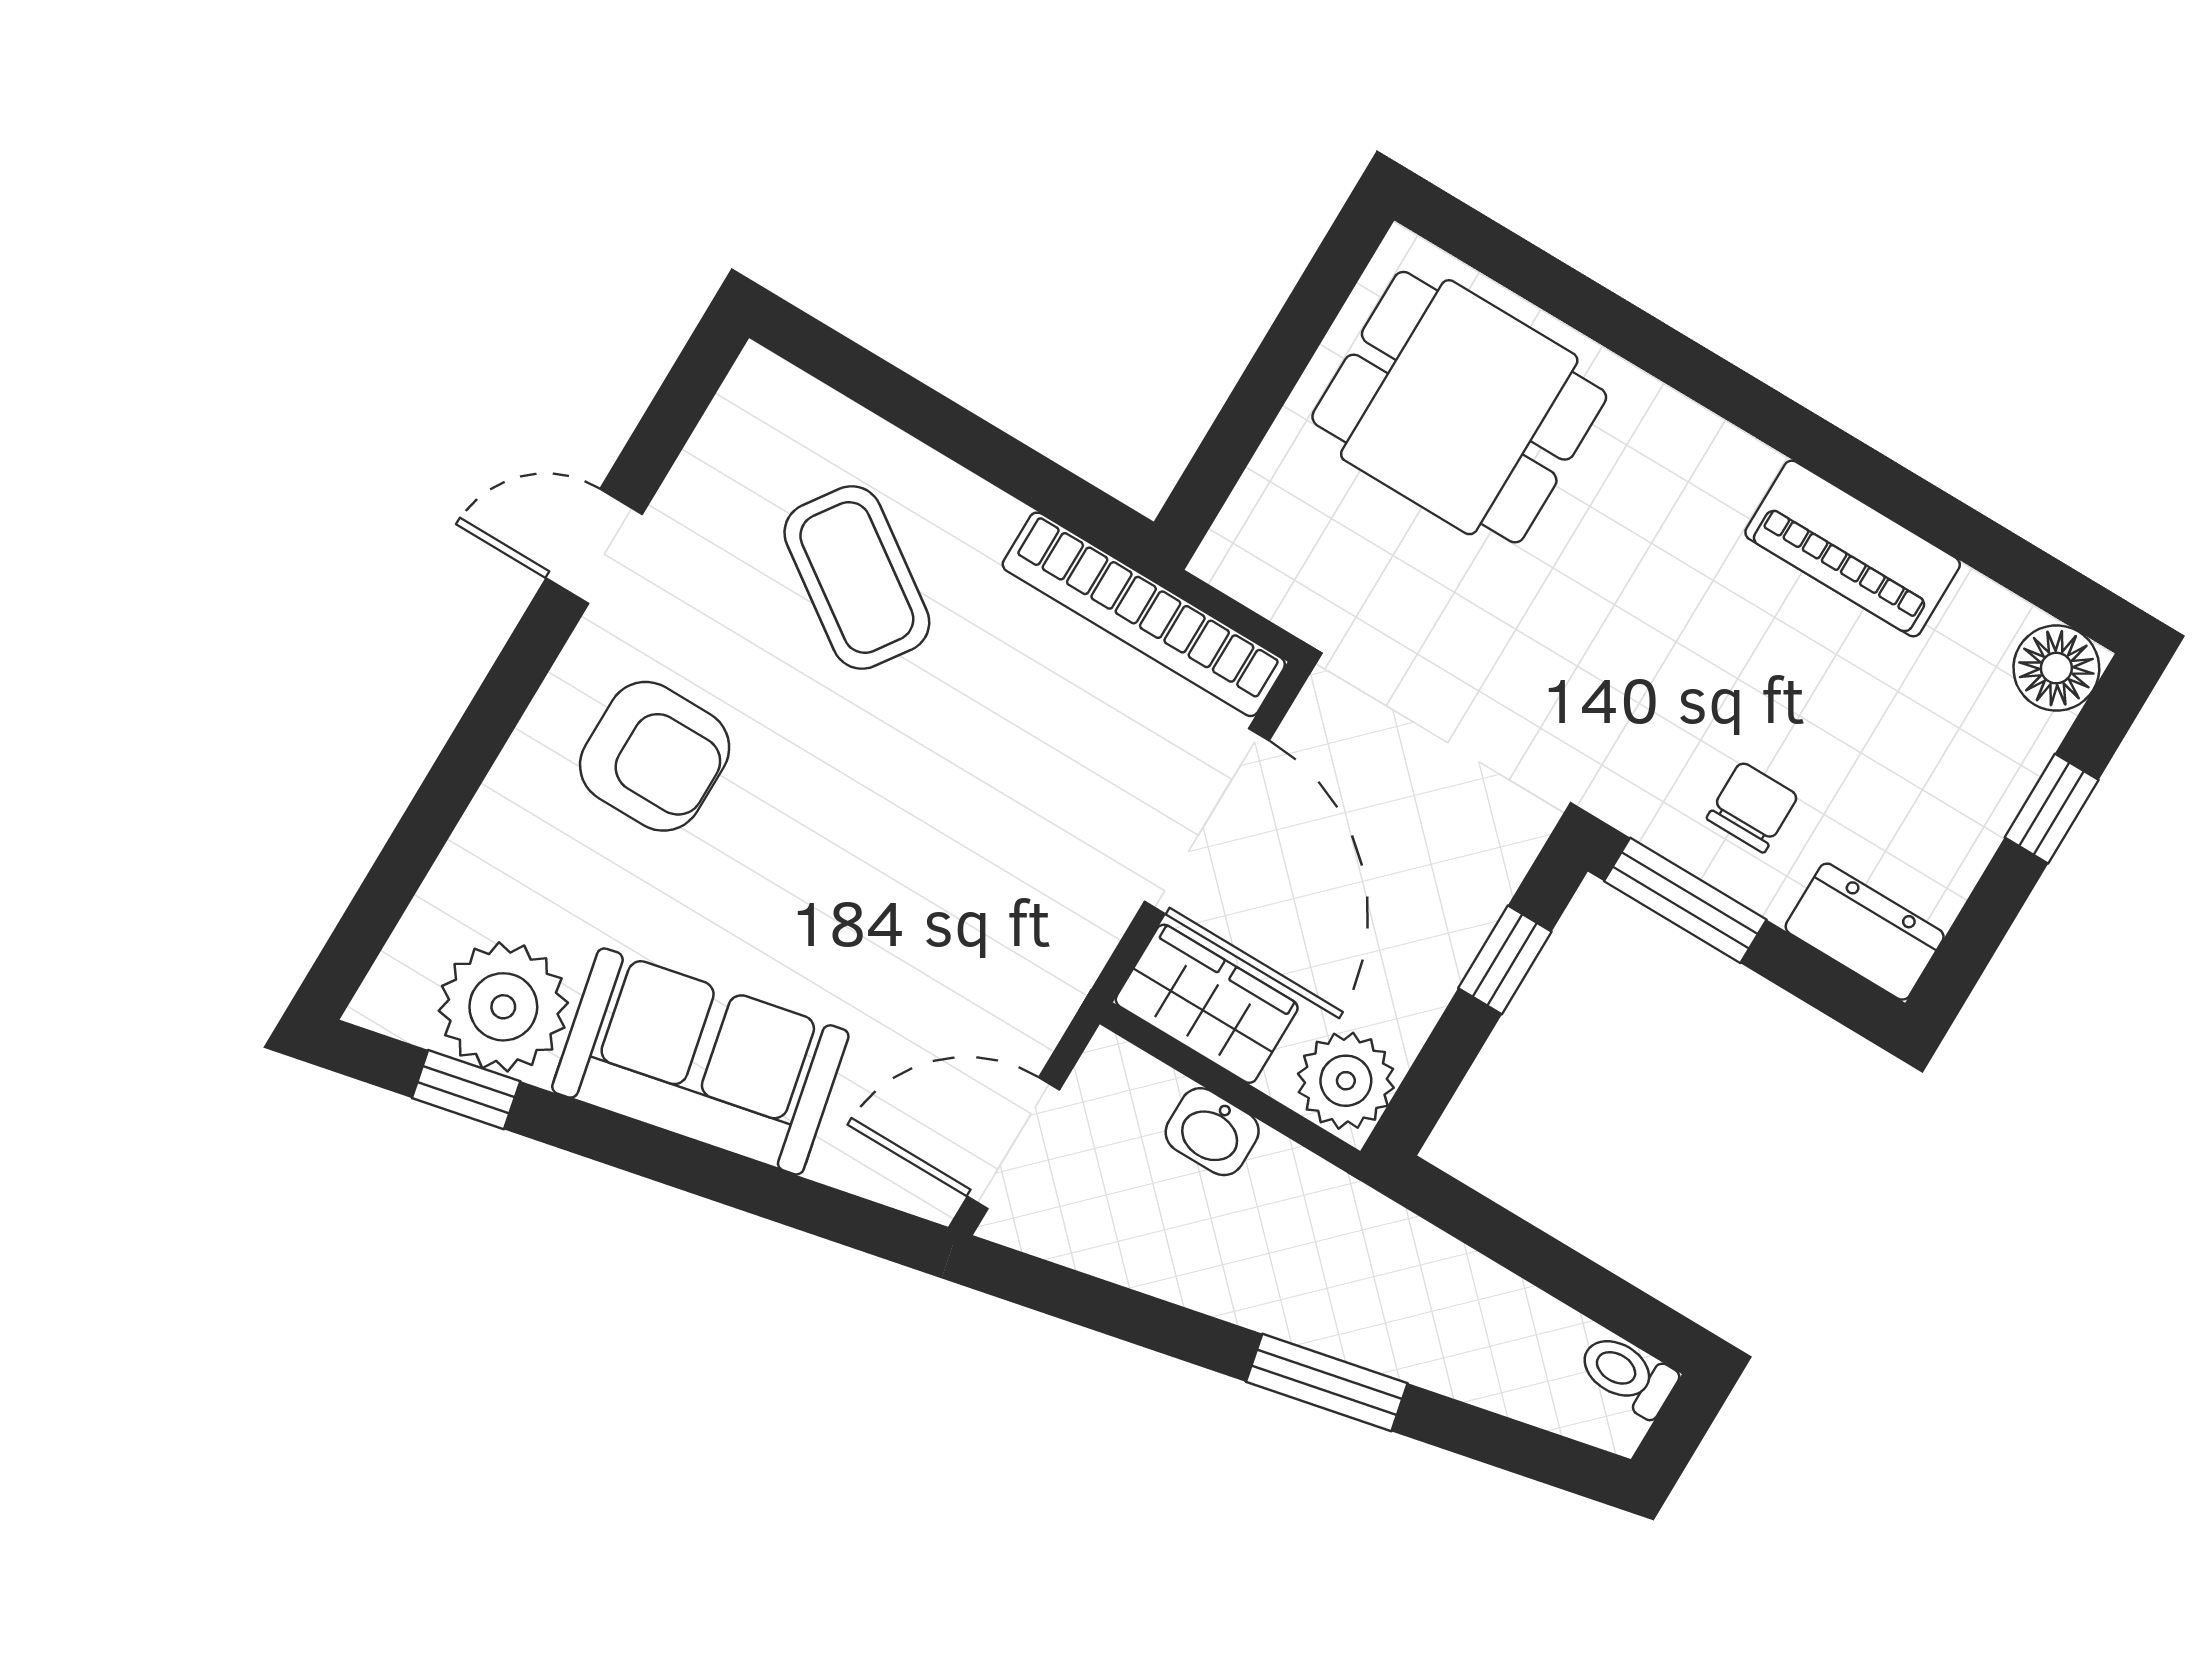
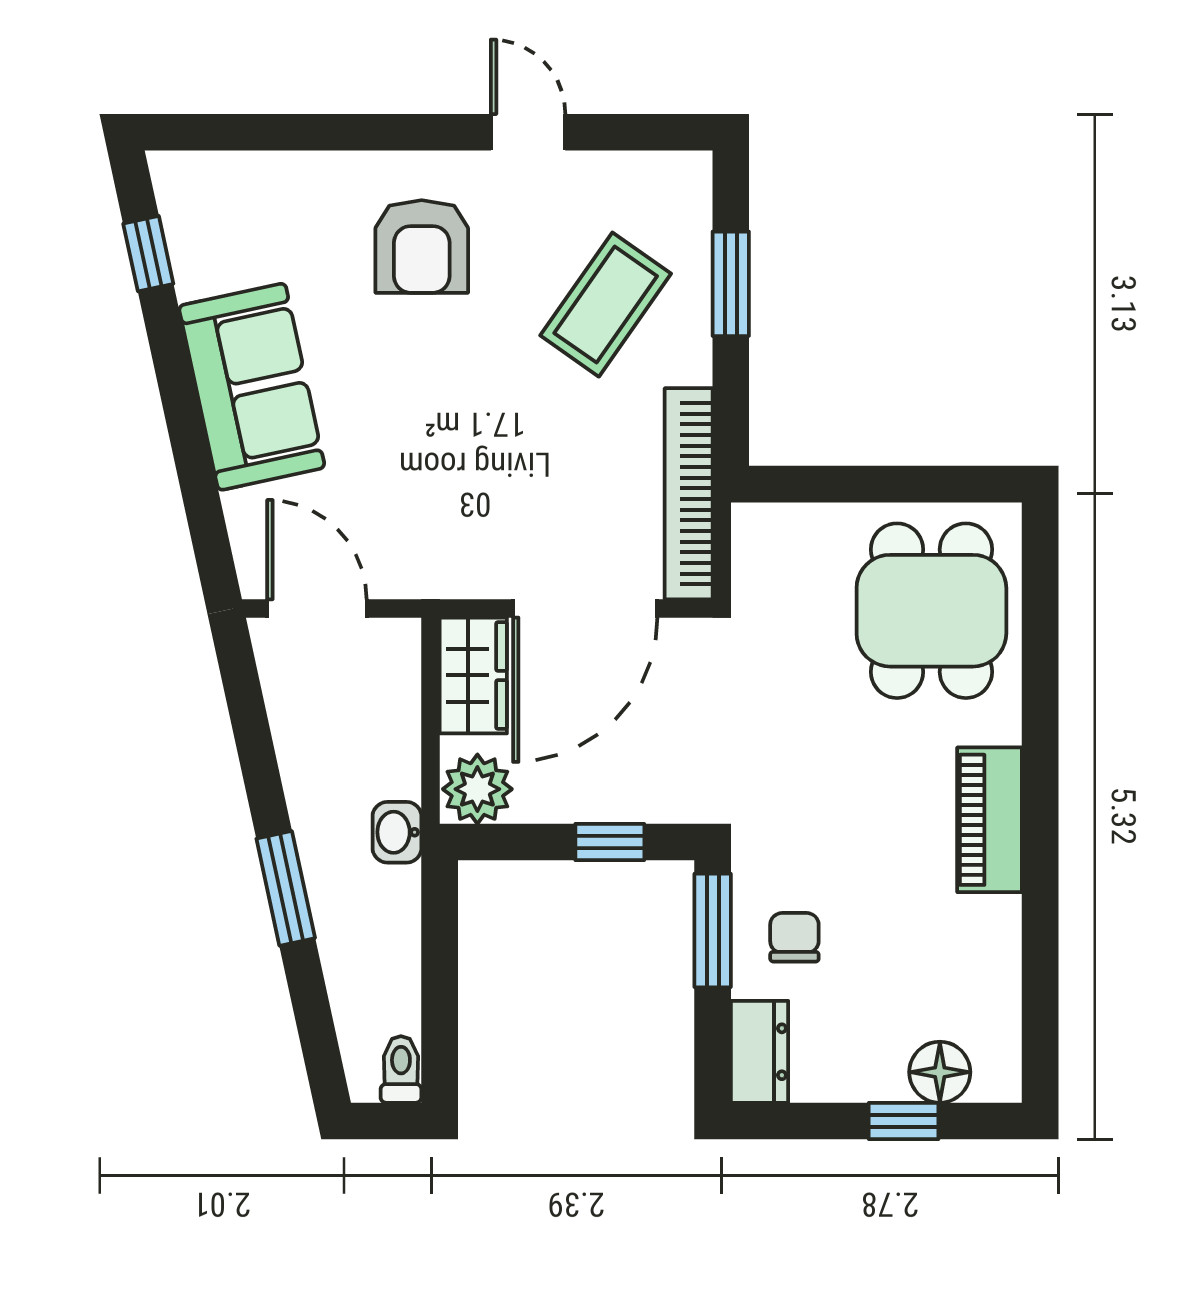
window: (922, 412) -> (731, 284), added
piano: (1853, 549) -> (990, 820), moved
floor lamp: (2056, 668) -> (940, 1072), moved
chair: (1752, 807) -> (794, 937), turned -90
plant: (503, 1007) -> (213, 246), removed
washbasin: (1212, 1132) -> (397, 832), moved

